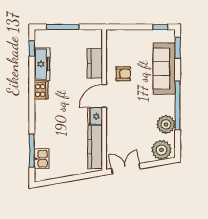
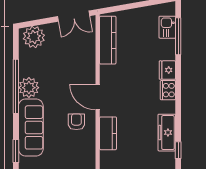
armchair: (123, 74) -> (76, 122), turned 90
cooker: (41, 90) -> (168, 90), moved
door: (104, 96) -> (98, 97), swing flipped
fridge: (95, 116) -> (167, 70), moved, turned 180
plant: (166, 124) -> (29, 88), moved

